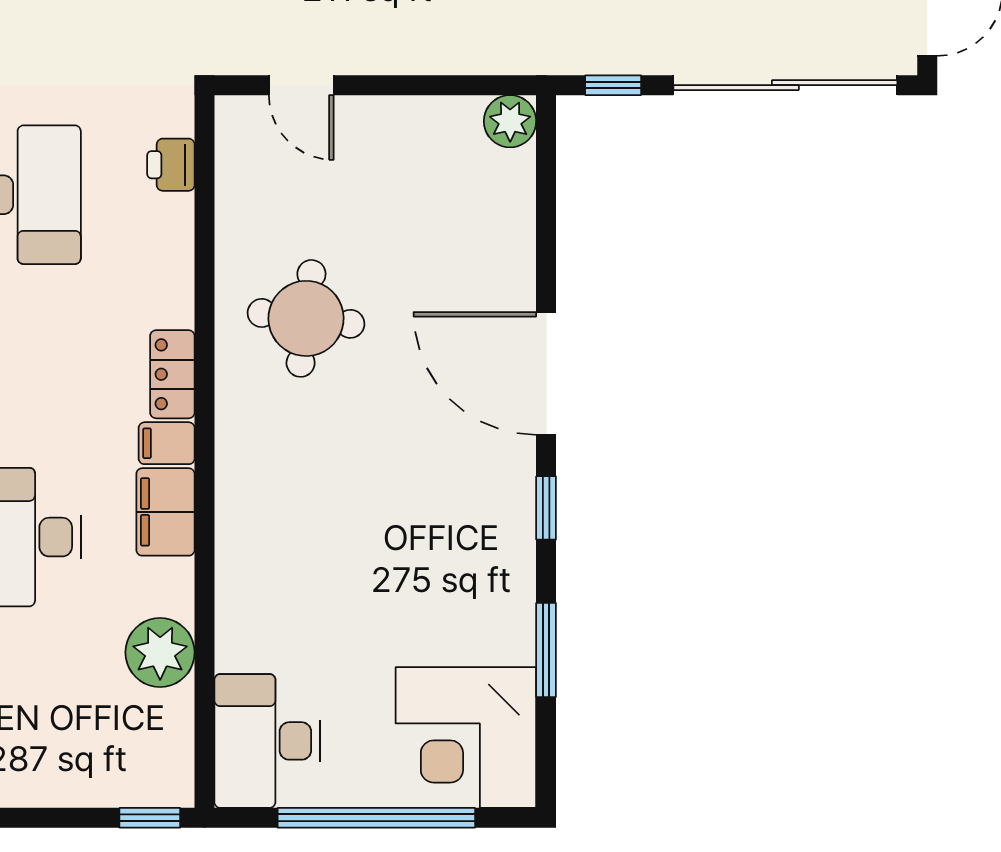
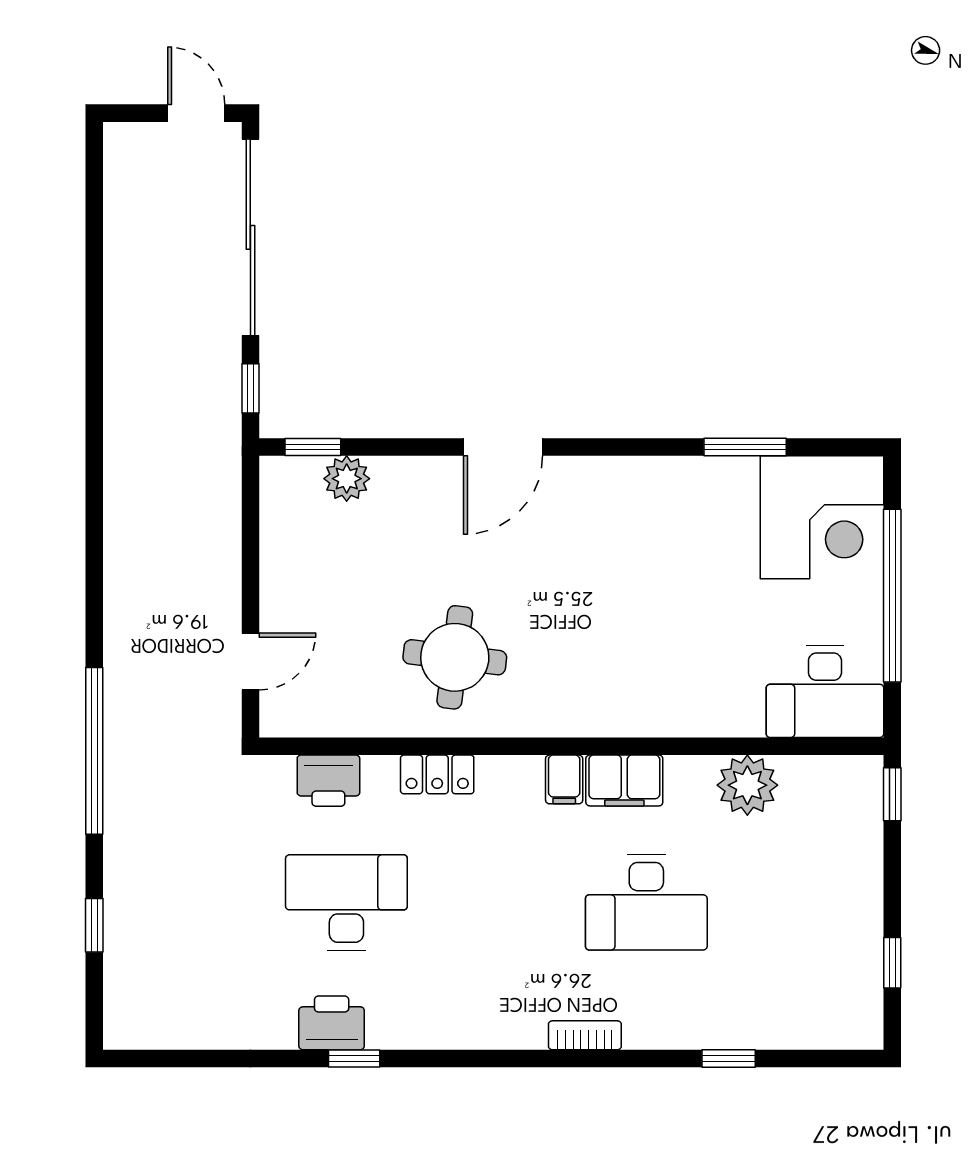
plant: (510, 121) -> (347, 479), moved
printer: (171, 165) -> (328, 781), width x1.36, depth x1.24
door: (546, 373) -> (503, 447), width x0.73
locker: (172, 374) -> (437, 774), moved
window: (546, 508) -> (313, 447), moved

